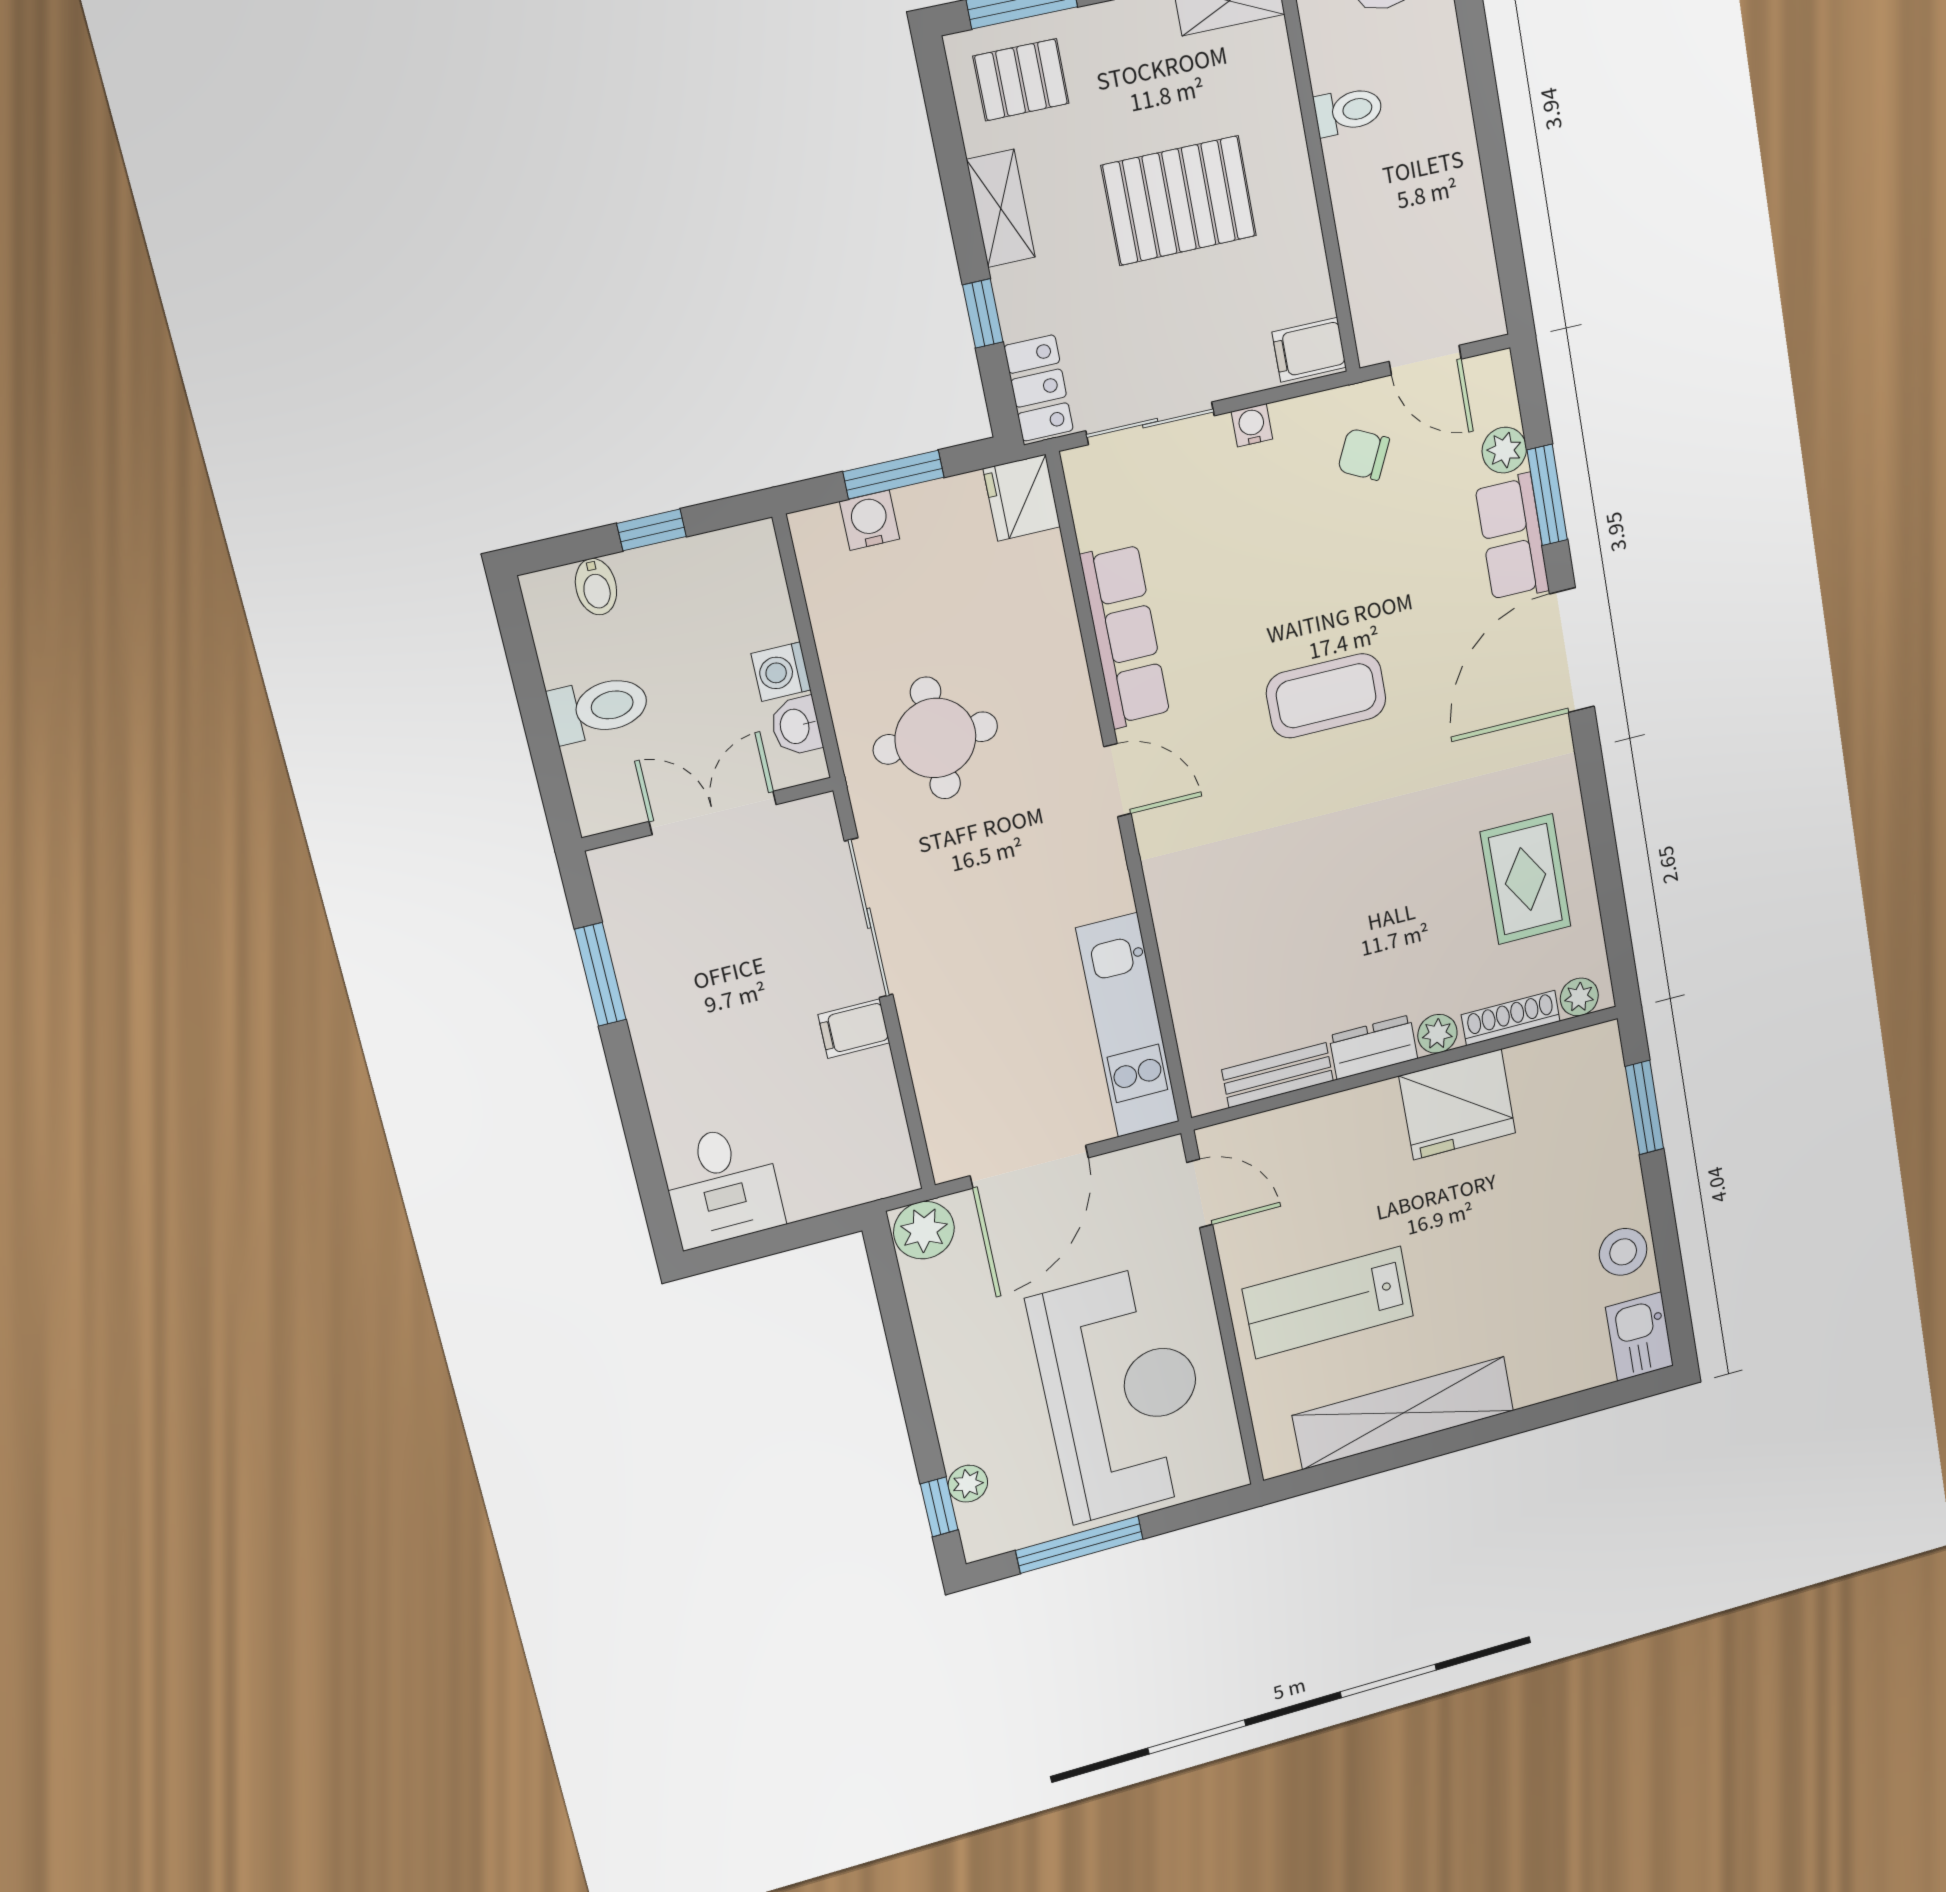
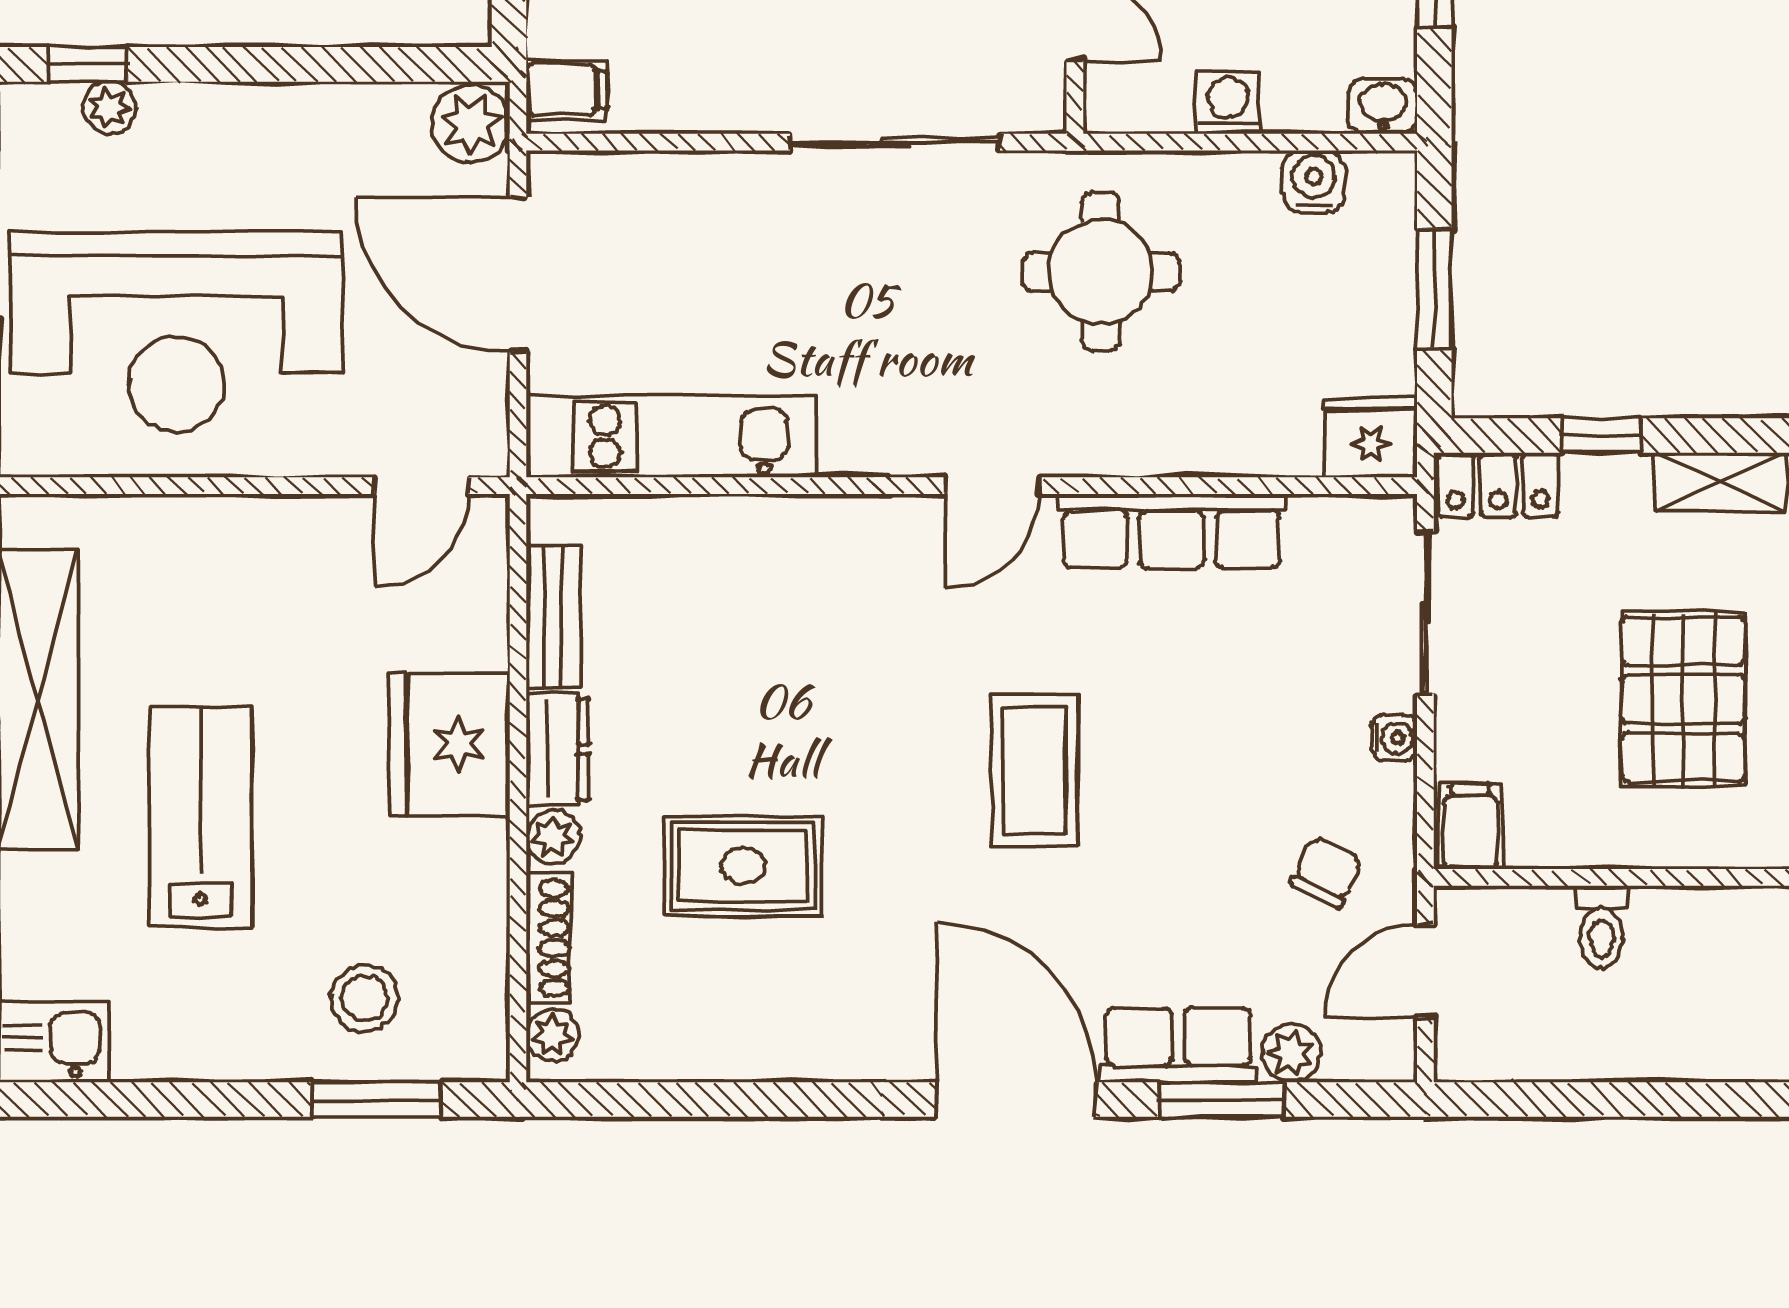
toilet: (1348, 111) -> (1601, 927), moved
water cooler: (870, 520) -> (1314, 181), moved, turned -90
washbasin: (796, 726) -> (1383, 106), moved
rug: (1526, 879) -> (743, 866), moved
filing cabinet: (854, 1029) -> (567, 90), moved, turned 90
fridge: (1457, 1105) -> (449, 744), moved
stool: (1623, 1252) -> (365, 998), moved
lab bench: (1328, 1302) -> (200, 817), moved

